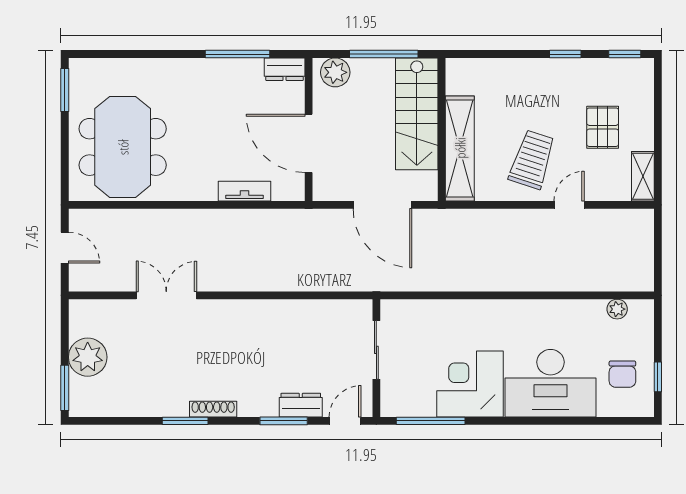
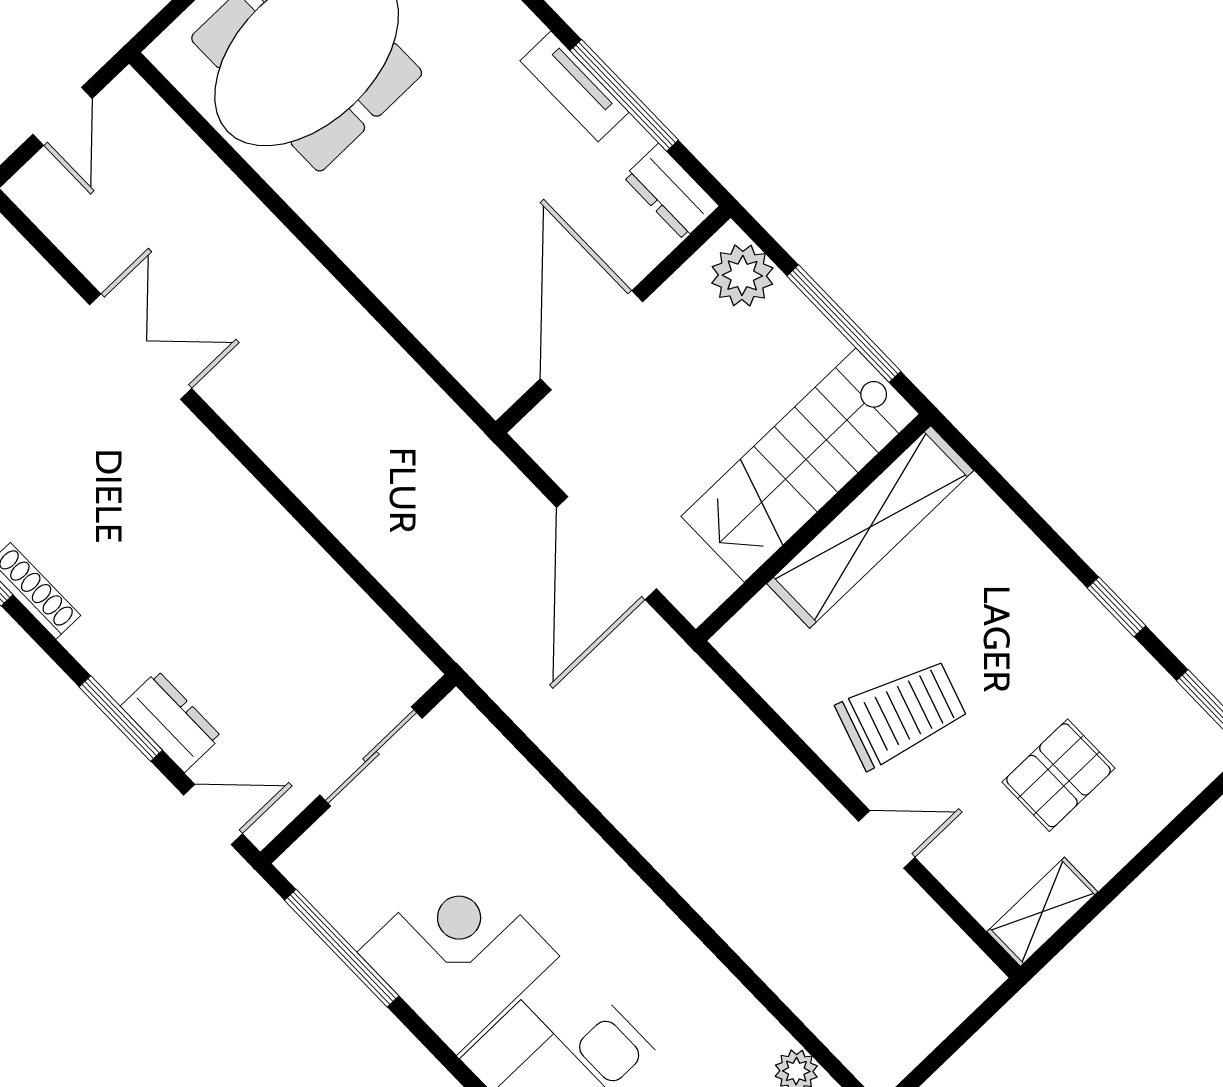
shelving: (460, 148) -> (870, 527), moved
tv unit: (244, 191) -> (574, 86), moved, turned 180

